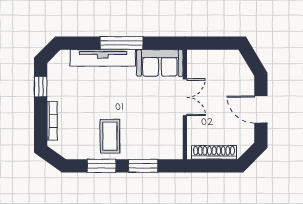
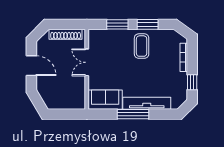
double door: (185, 97) -> (87, 62), moved

